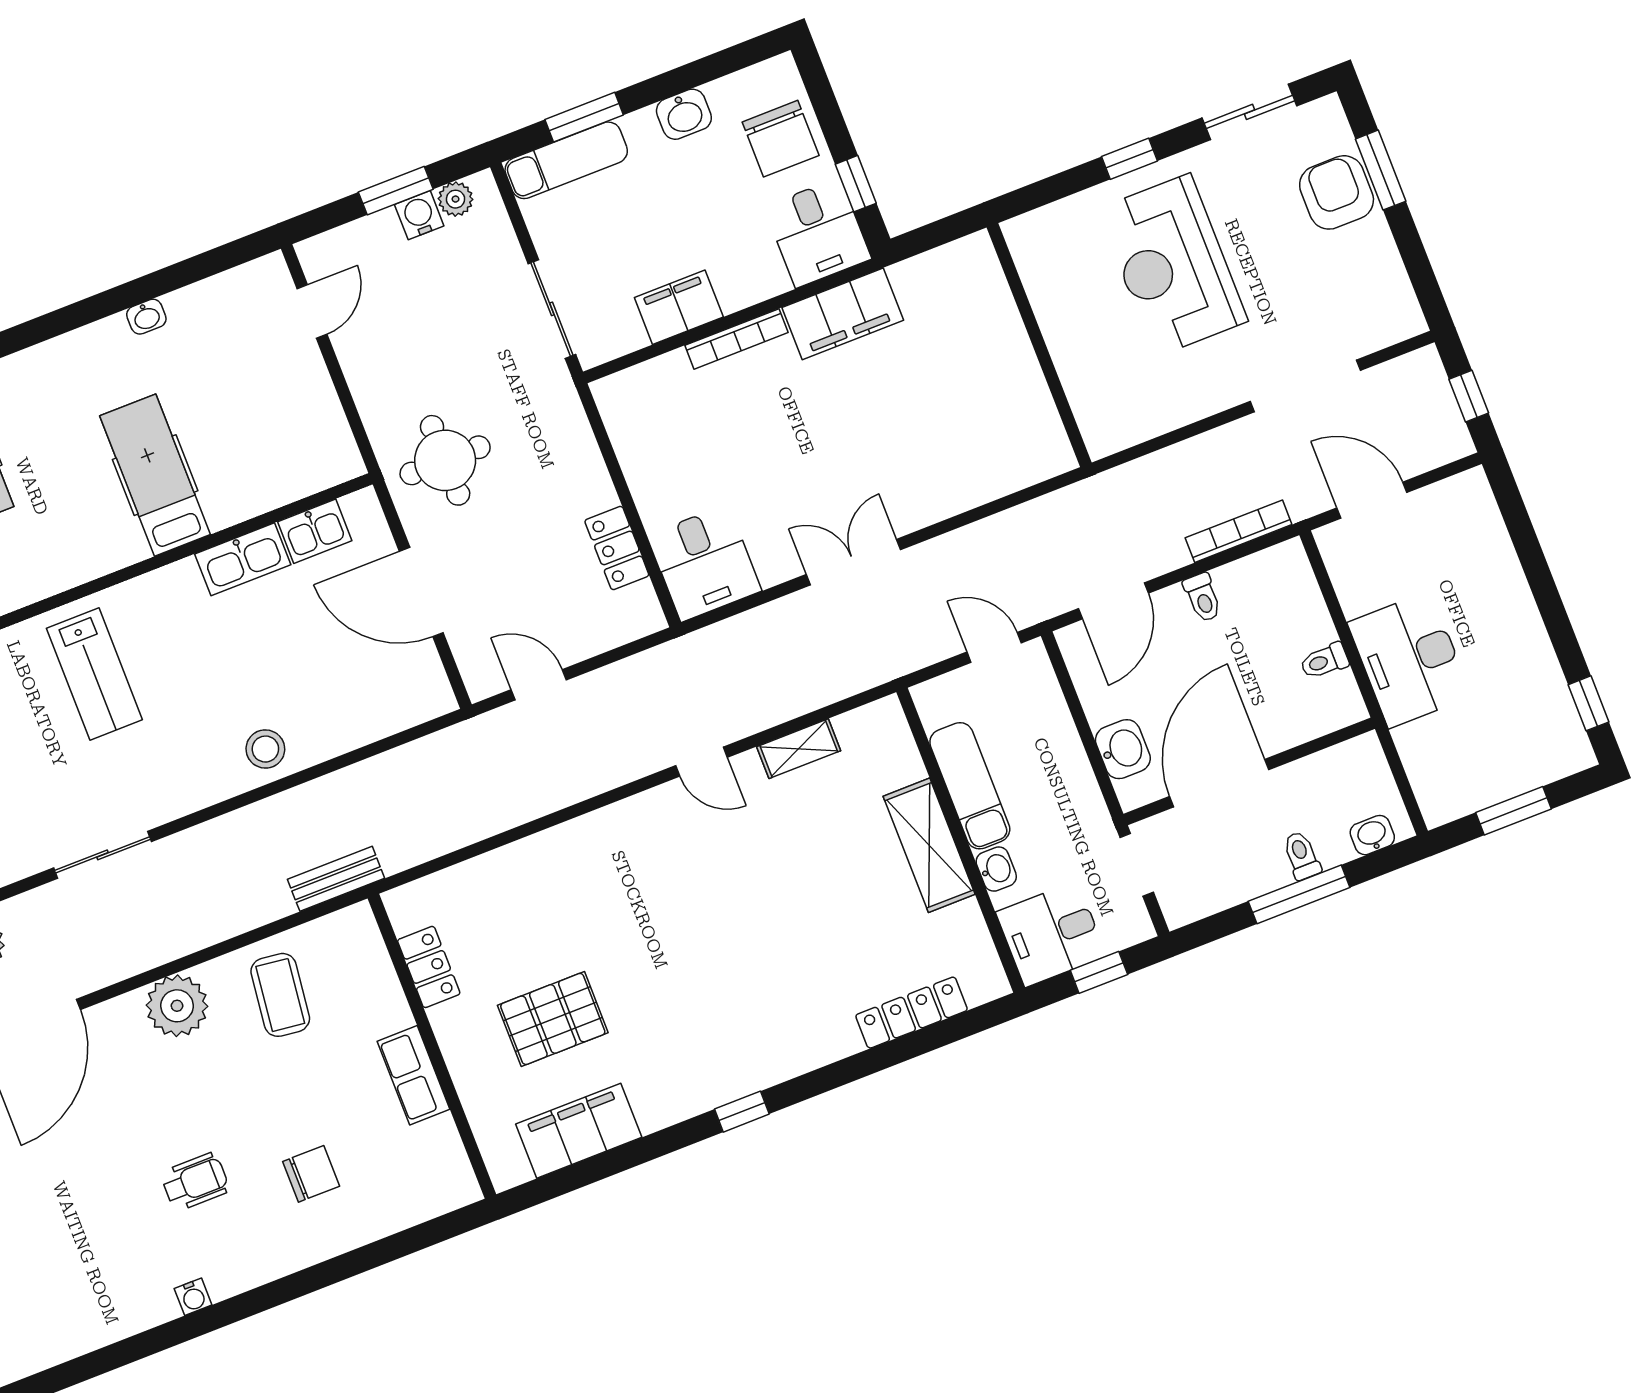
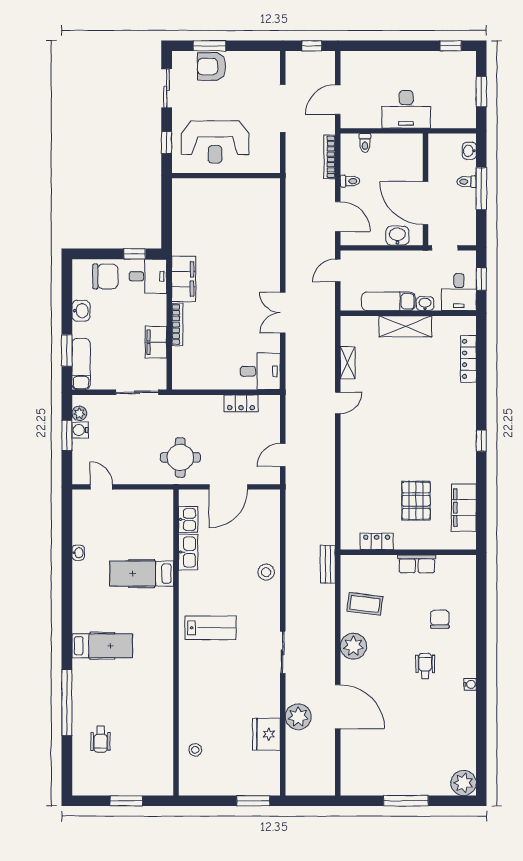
wall: (1039, 345) -> (226, 176), moved
toilet: (1324, 661) -> (365, 143), moved

